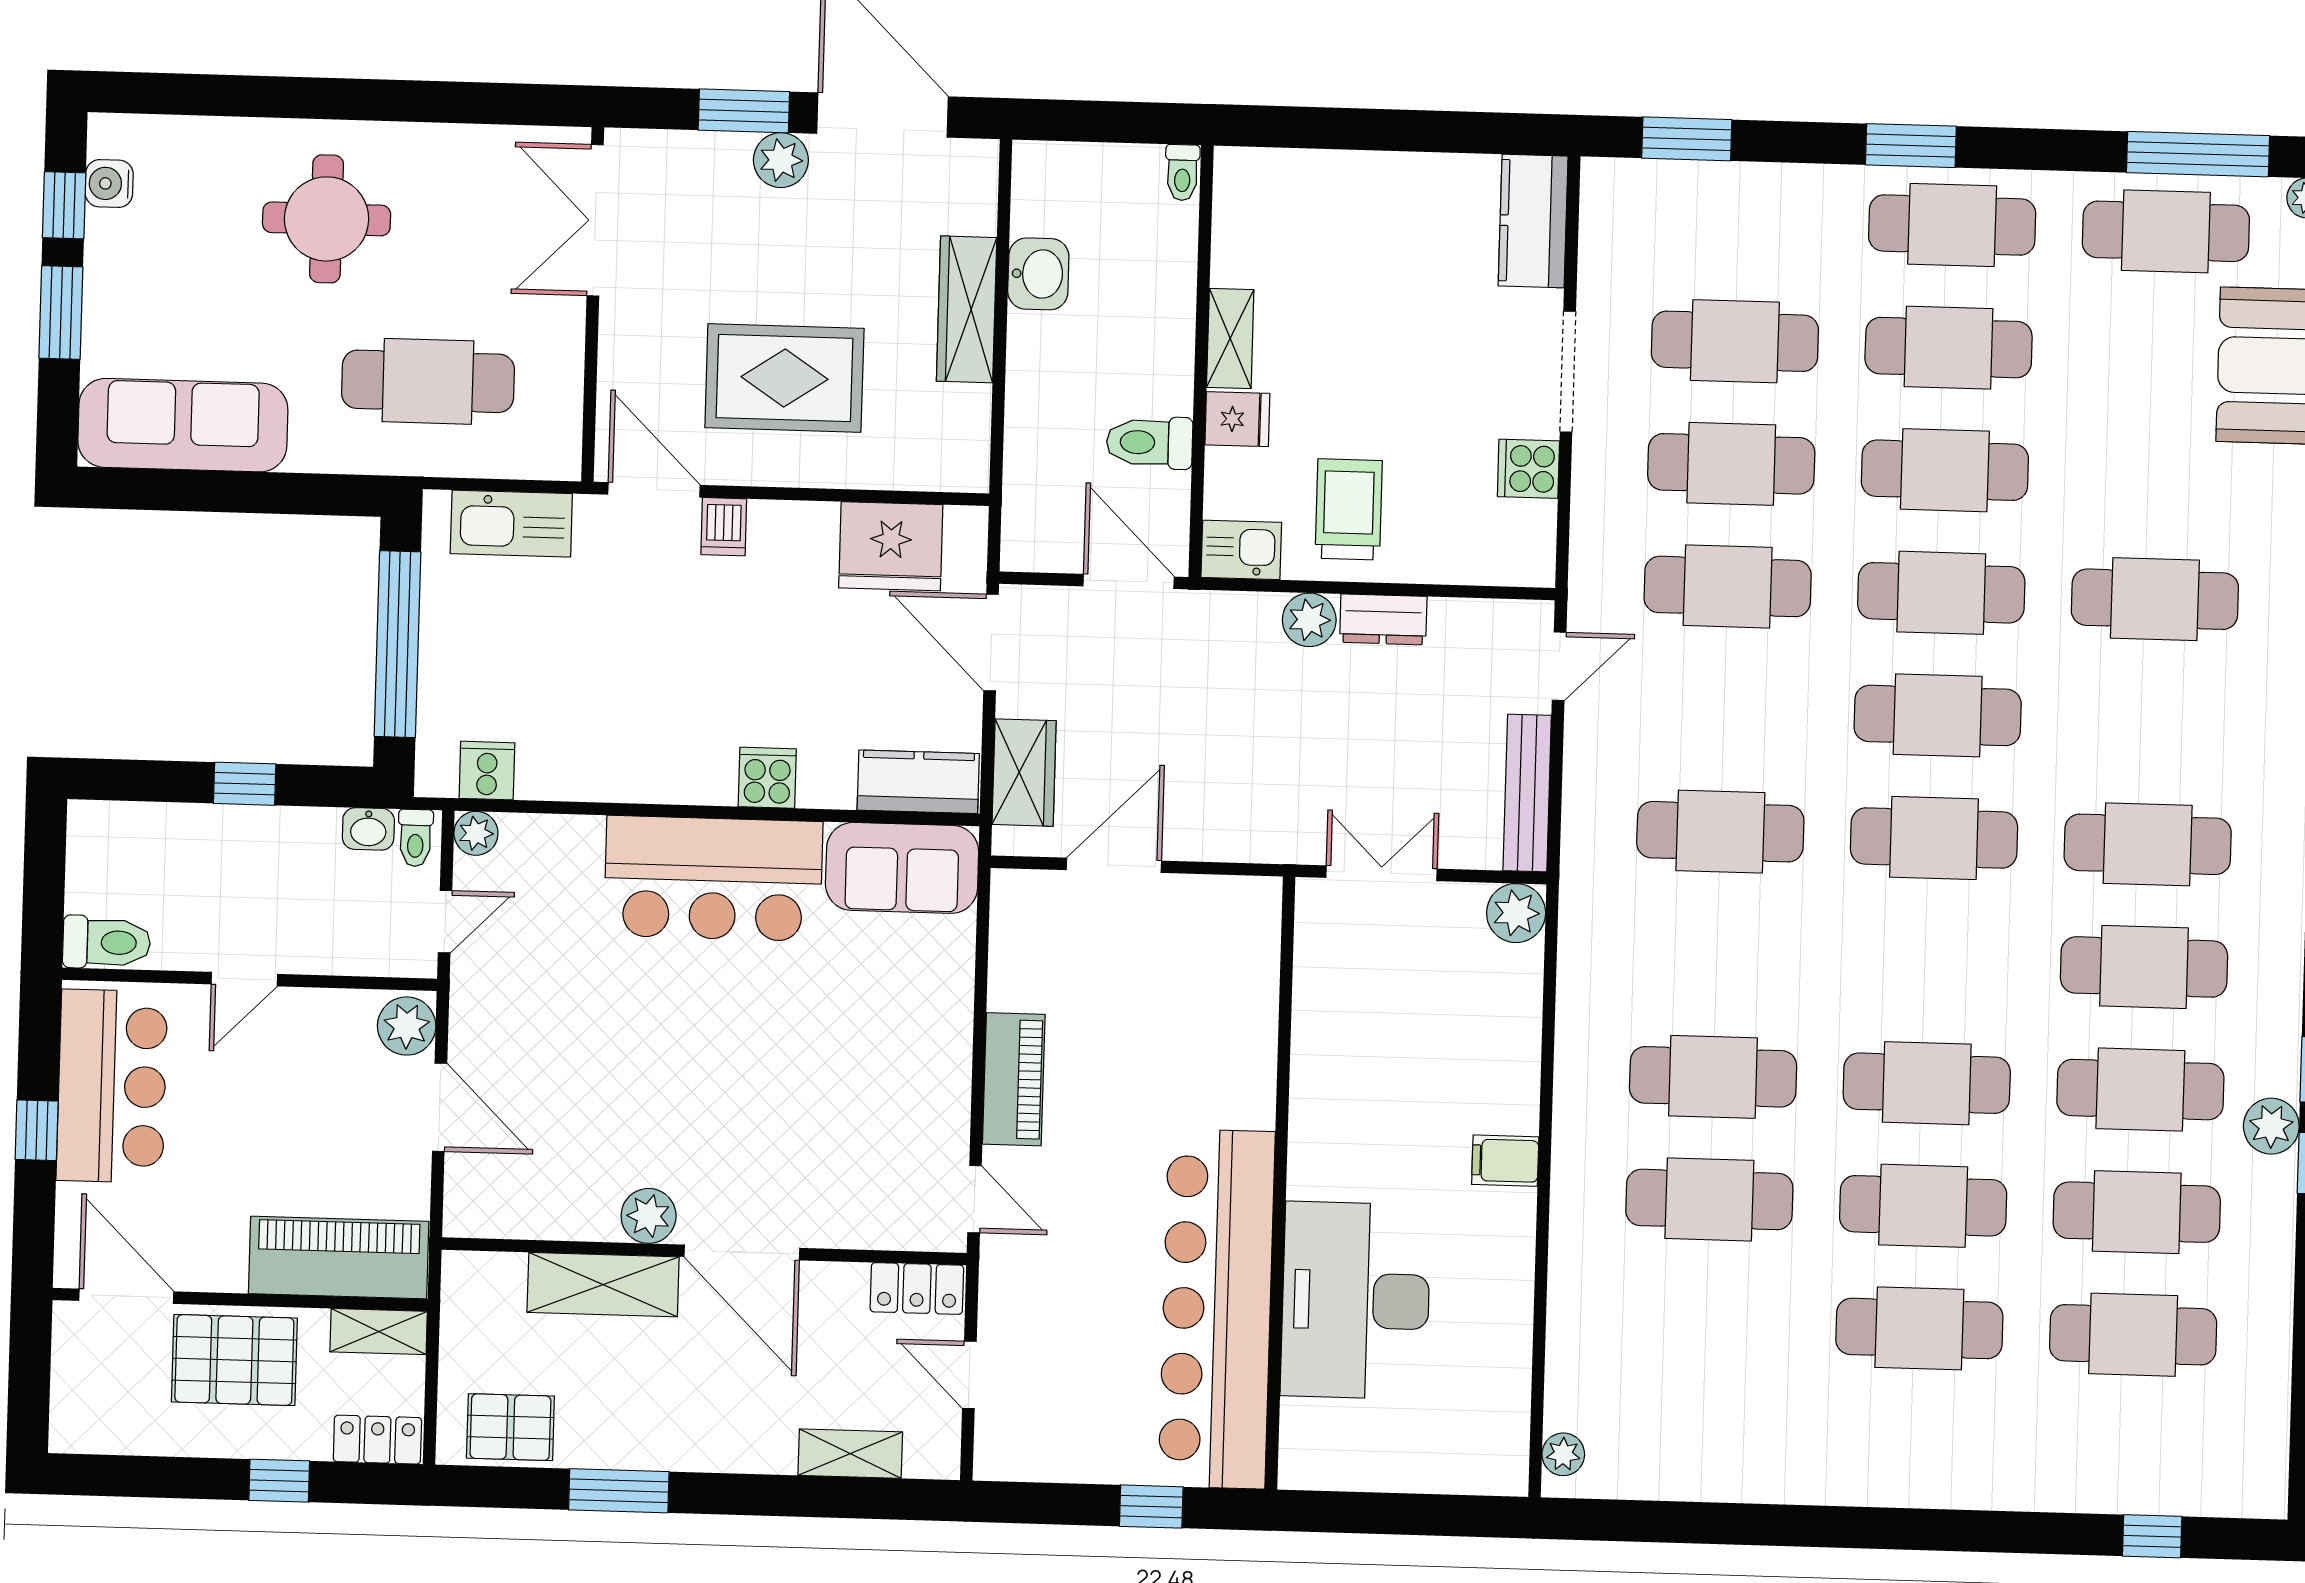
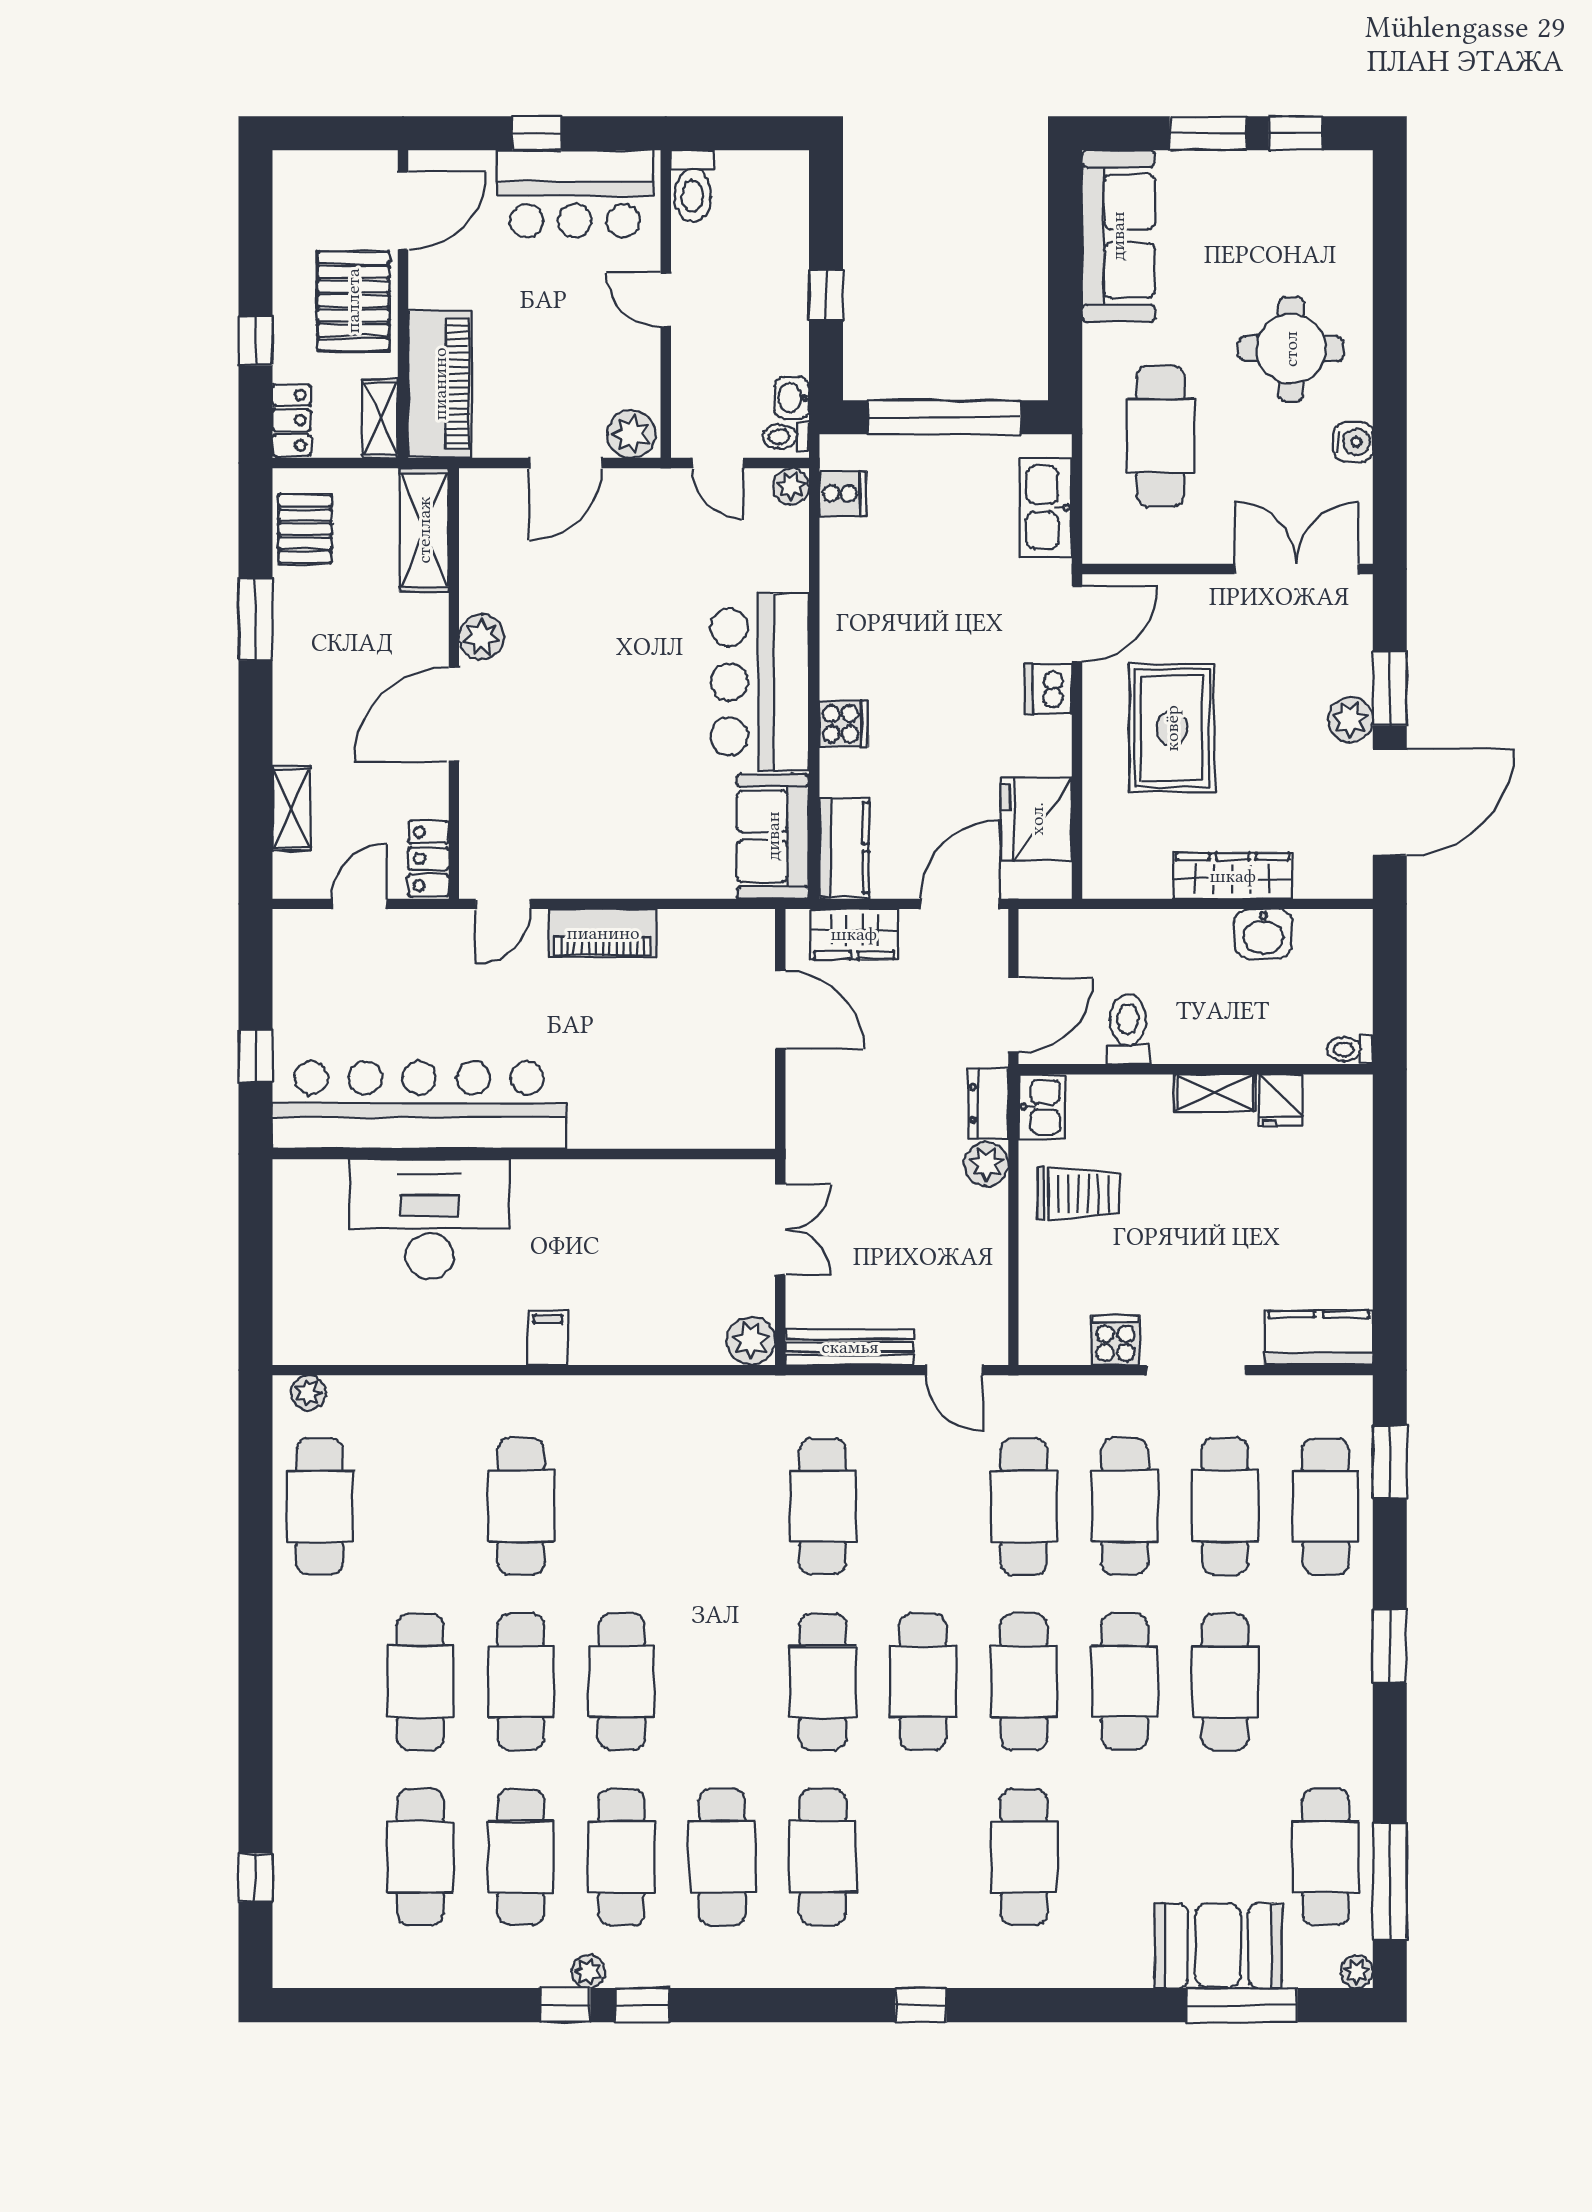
water cooler: (109, 184) -> (1353, 442), moved, turned 90
cafe table: (1952, 225) -> (1326, 1506), moved
fridge: (1237, 419) -> (1281, 1100), moved
dishwasher: (724, 527) -> (1048, 689), width x1.38
dresser: (1383, 619) -> (988, 1103), moved
cafe table: (1713, 1077) -> (320, 1506), moved
plant: (2271, 1126) -> (588, 1971), width x0.73, depth x0.73
shelving: (603, 1285) -> (424, 530), moved

